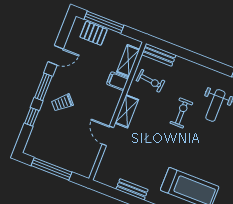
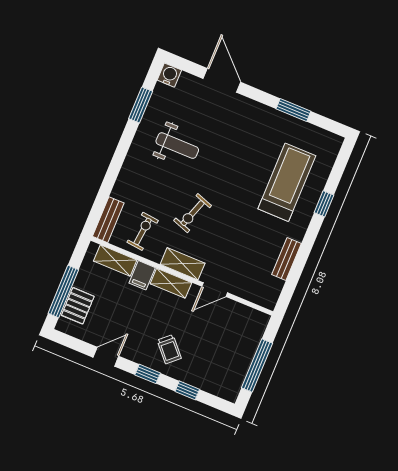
door: (56, 55) -> (106, 357), hinge flipped
window: (43, 87) -> (148, 374), width x0.67
shelving: (112, 103) -> (171, 283), added
exercise bike: (181, 113) -> (193, 213), moved, turned -71

